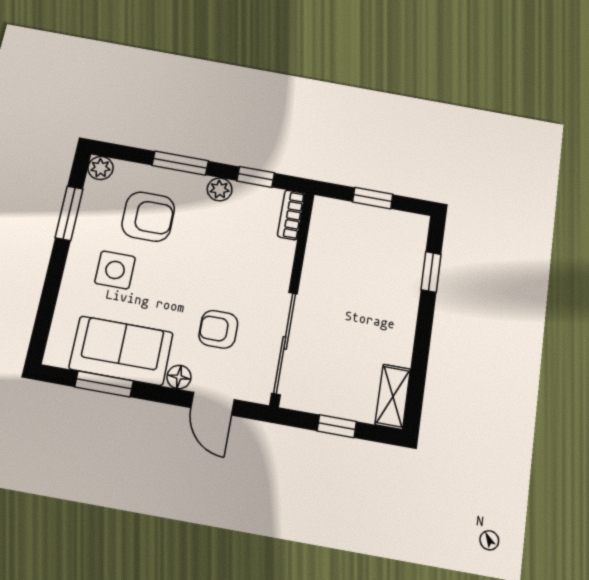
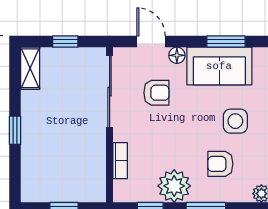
plant: (220, 189) -> (174, 186), width x1.88, depth x1.88
bookcase: (291, 215) -> (120, 161), moved
armchair: (148, 217) -> (220, 164), width x0.72, depth x0.72
window: (431, 272) -> (15, 130), moved

